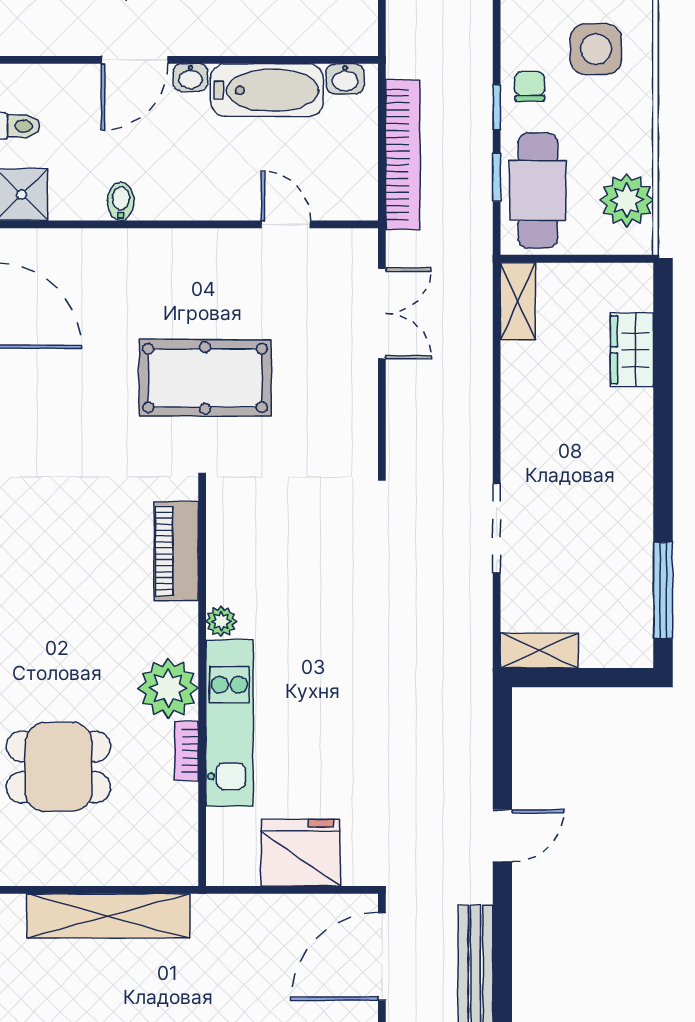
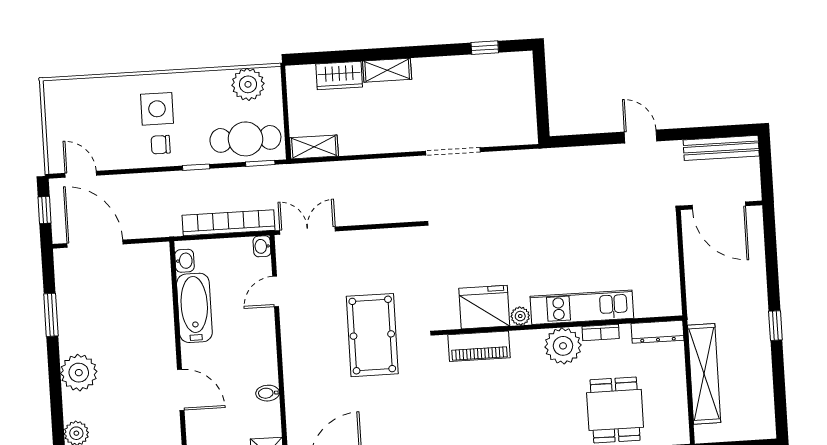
washbasin: (190, 78) -> (262, 246), moved, turned 180
chair: (530, 86) -> (161, 145), moved
window: (497, 177) -> (260, 163), moved
double door: (382, 313) -> (308, 231), moved
window: (663, 590) -> (485, 48), width x0.46
shelving: (539, 651) -> (387, 70), moved, turned 90
dresser: (182, 844) -> (658, 332), added
fridge: (300, 853) -> (484, 307), moved, turned 90

